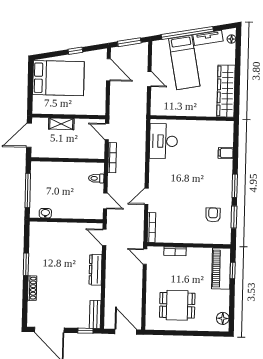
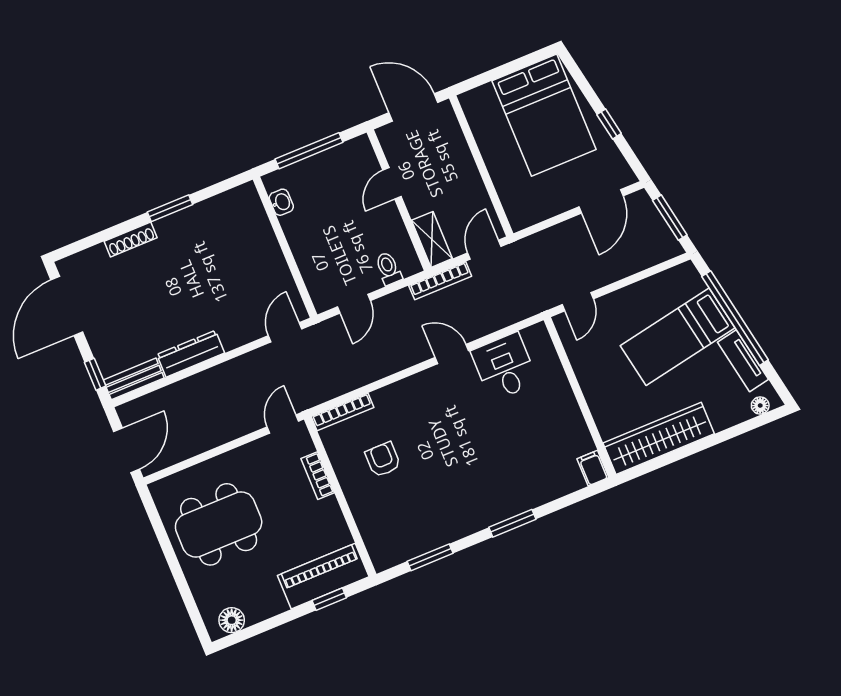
door: (149, 79) -> (578, 302), moved
shelving: (61, 124) -> (432, 239), moved
desk: (163, 141) -> (504, 367), width x0.73
filing cabinet: (226, 153) -> (593, 468), moved
door: (59, 160) -> (392, 183), added
window: (235, 186) -> (512, 523), moved
door: (146, 196) -> (452, 354), moved
armchair: (213, 215) -> (383, 459), moved, turned -90
dresser: (96, 270) -> (191, 354), moved
dining table: (177, 305) -> (219, 524), width x1.38

